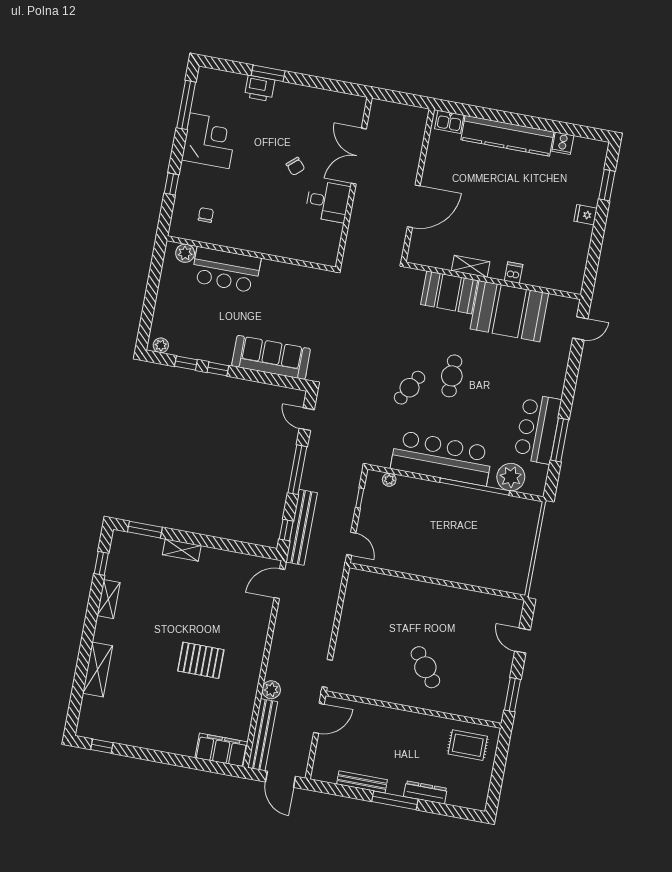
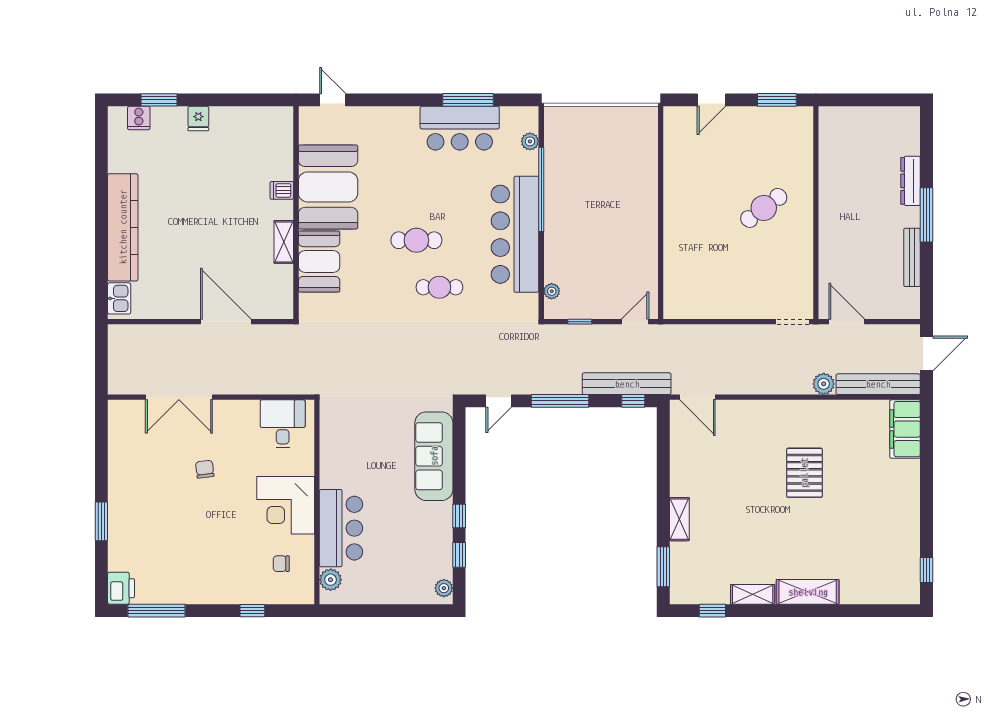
printer: (260, 88) -> (121, 588), moved
corner desk: (209, 141) -> (286, 505), moved, turned -90
cooker: (563, 143) -> (139, 118), moved, turned 90
chair: (295, 166) -> (205, 469), turned -56
desk: (328, 201) -> (283, 424), moved
cafe table: (410, 388) -> (439, 287), turned -30
plant: (511, 477) -> (530, 141), width x0.53, depth x0.53
shelving: (98, 669) -> (808, 592), moved
rug: (468, 745) -> (846, 141), removed

